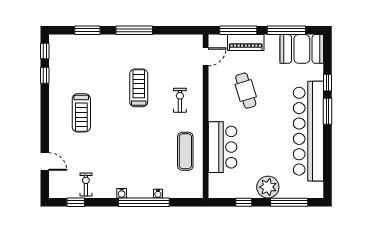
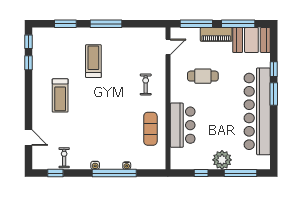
piano: (246, 43) -> (216, 34), moved
treadmill: (139, 88) -> (93, 61), moved
cafe table: (246, 91) -> (203, 76), turned -73

